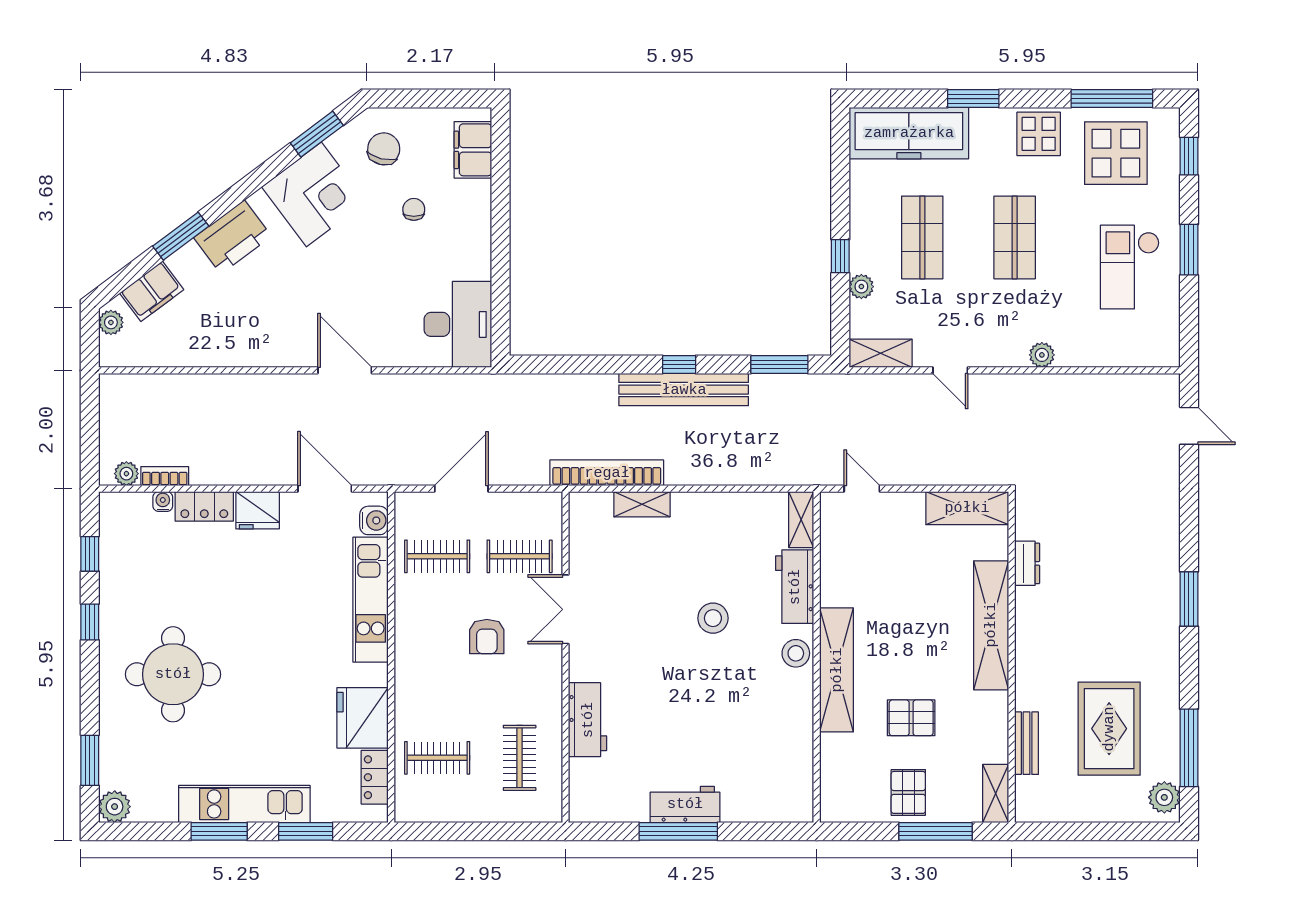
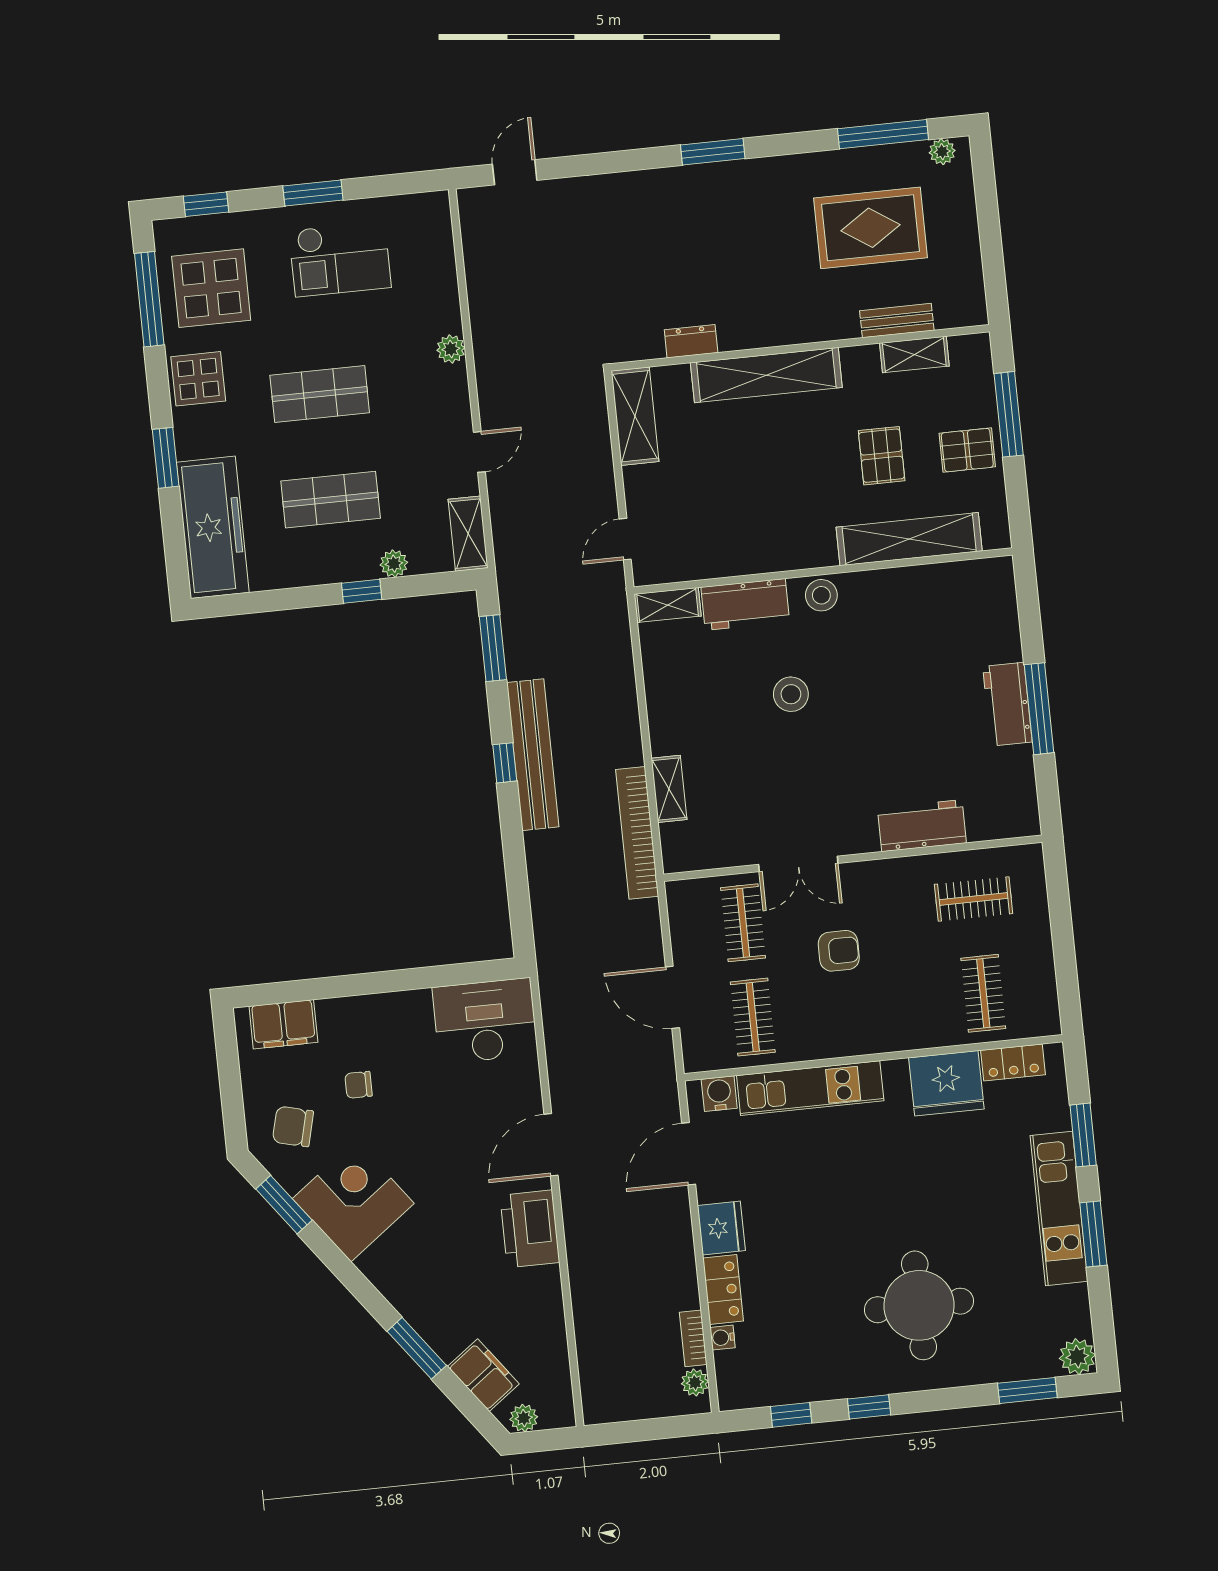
printer: (233, 237) -> (530, 1229), moved, turned -143
shelving: (837, 670) -> (909, 539), moved
shelving: (996, 793) -> (914, 355), moved
plant: (1164, 797) -> (942, 152), width x0.73, depth x0.73

